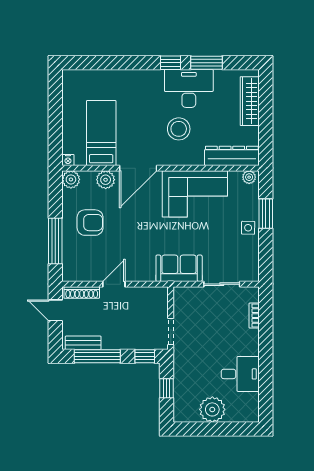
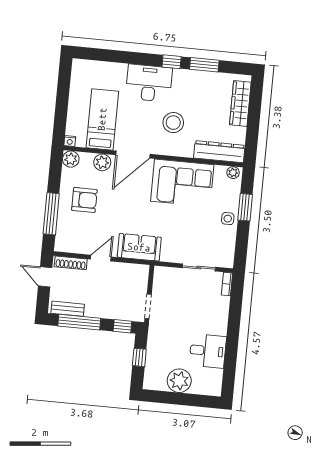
desk: (189, 88) -> (149, 83), moved
sofa: (179, 268) -> (139, 247), moved
bookcase: (254, 316) -> (227, 284), moved

